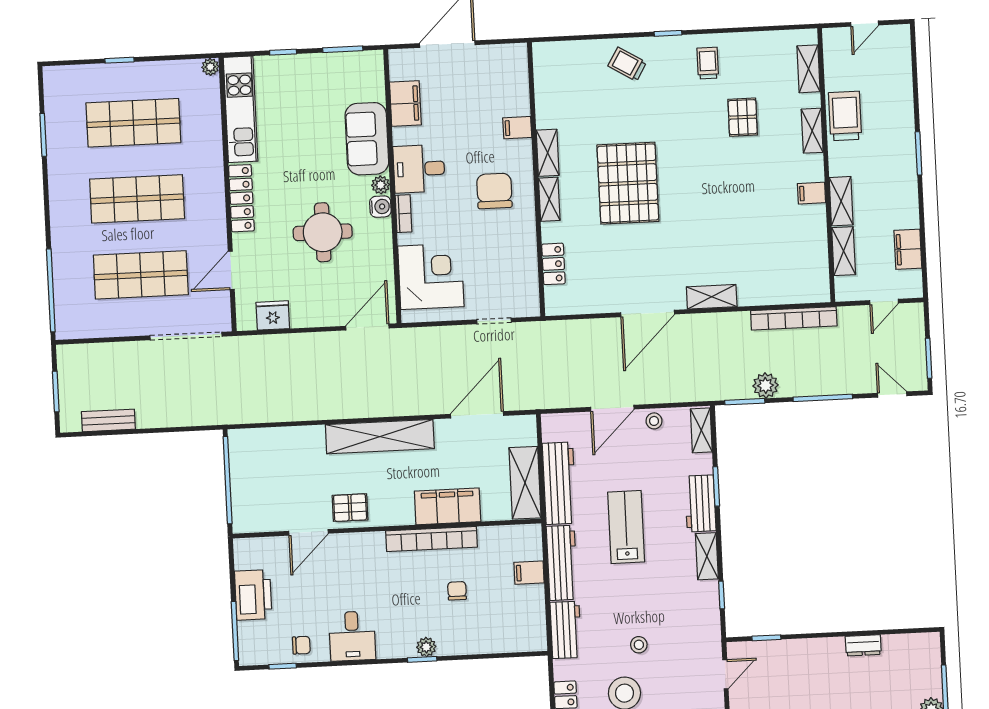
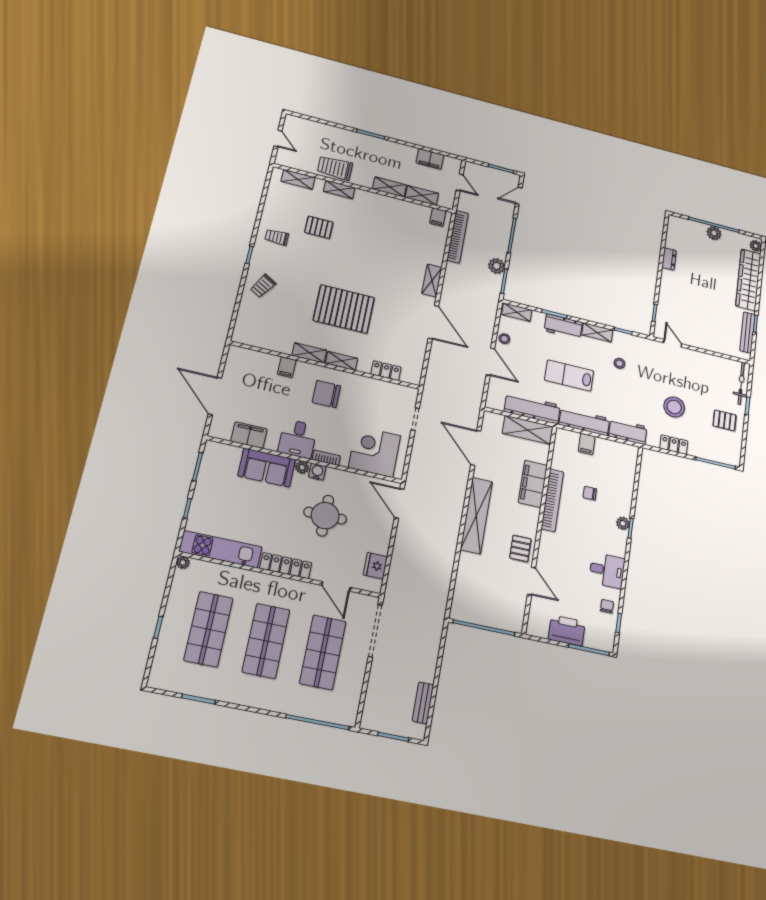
filing cabinet: (811, 193) -> (438, 217), moved
stool: (639, 645) -> (619, 363), moved

